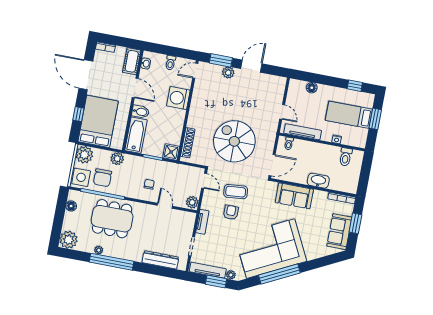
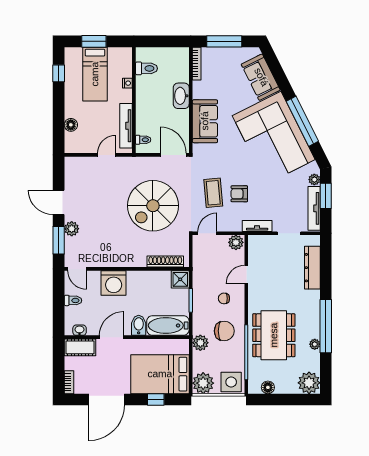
chair: (103, 178) -> (224, 331), moved
window: (355, 223) -> (224, 41), width x1.44
sofa: (339, 232) -> (261, 77), moved, turned 63

